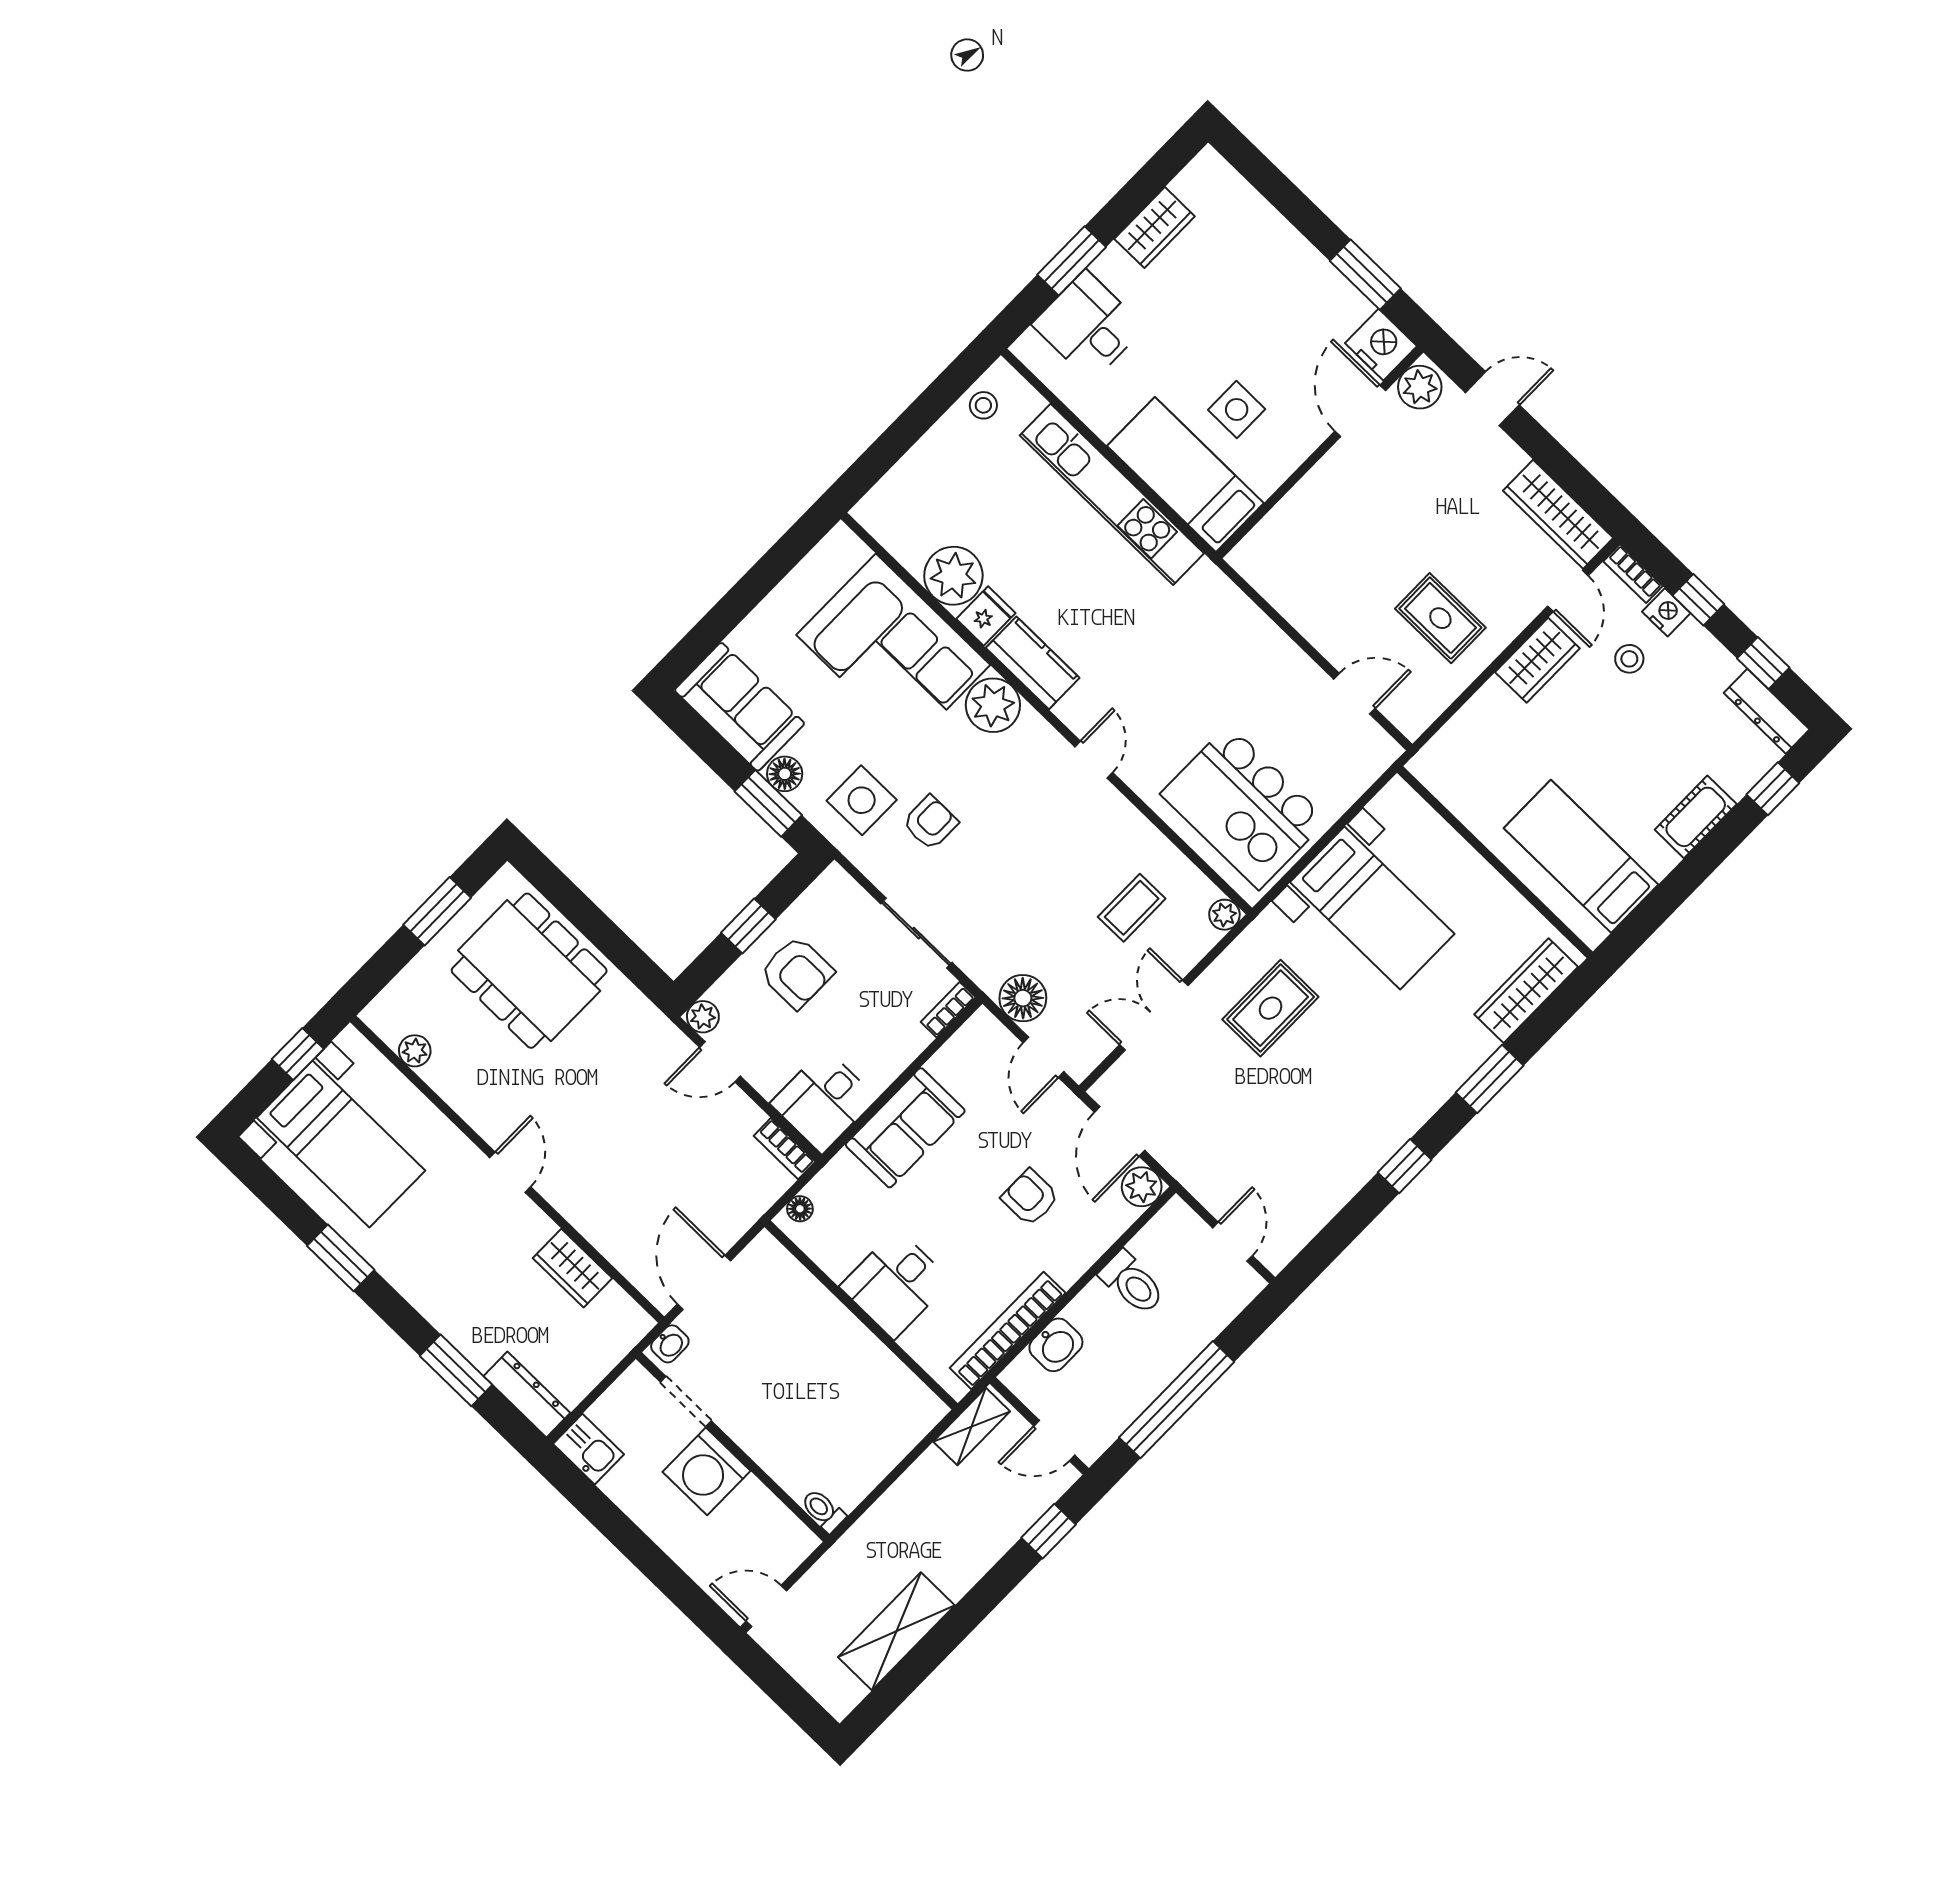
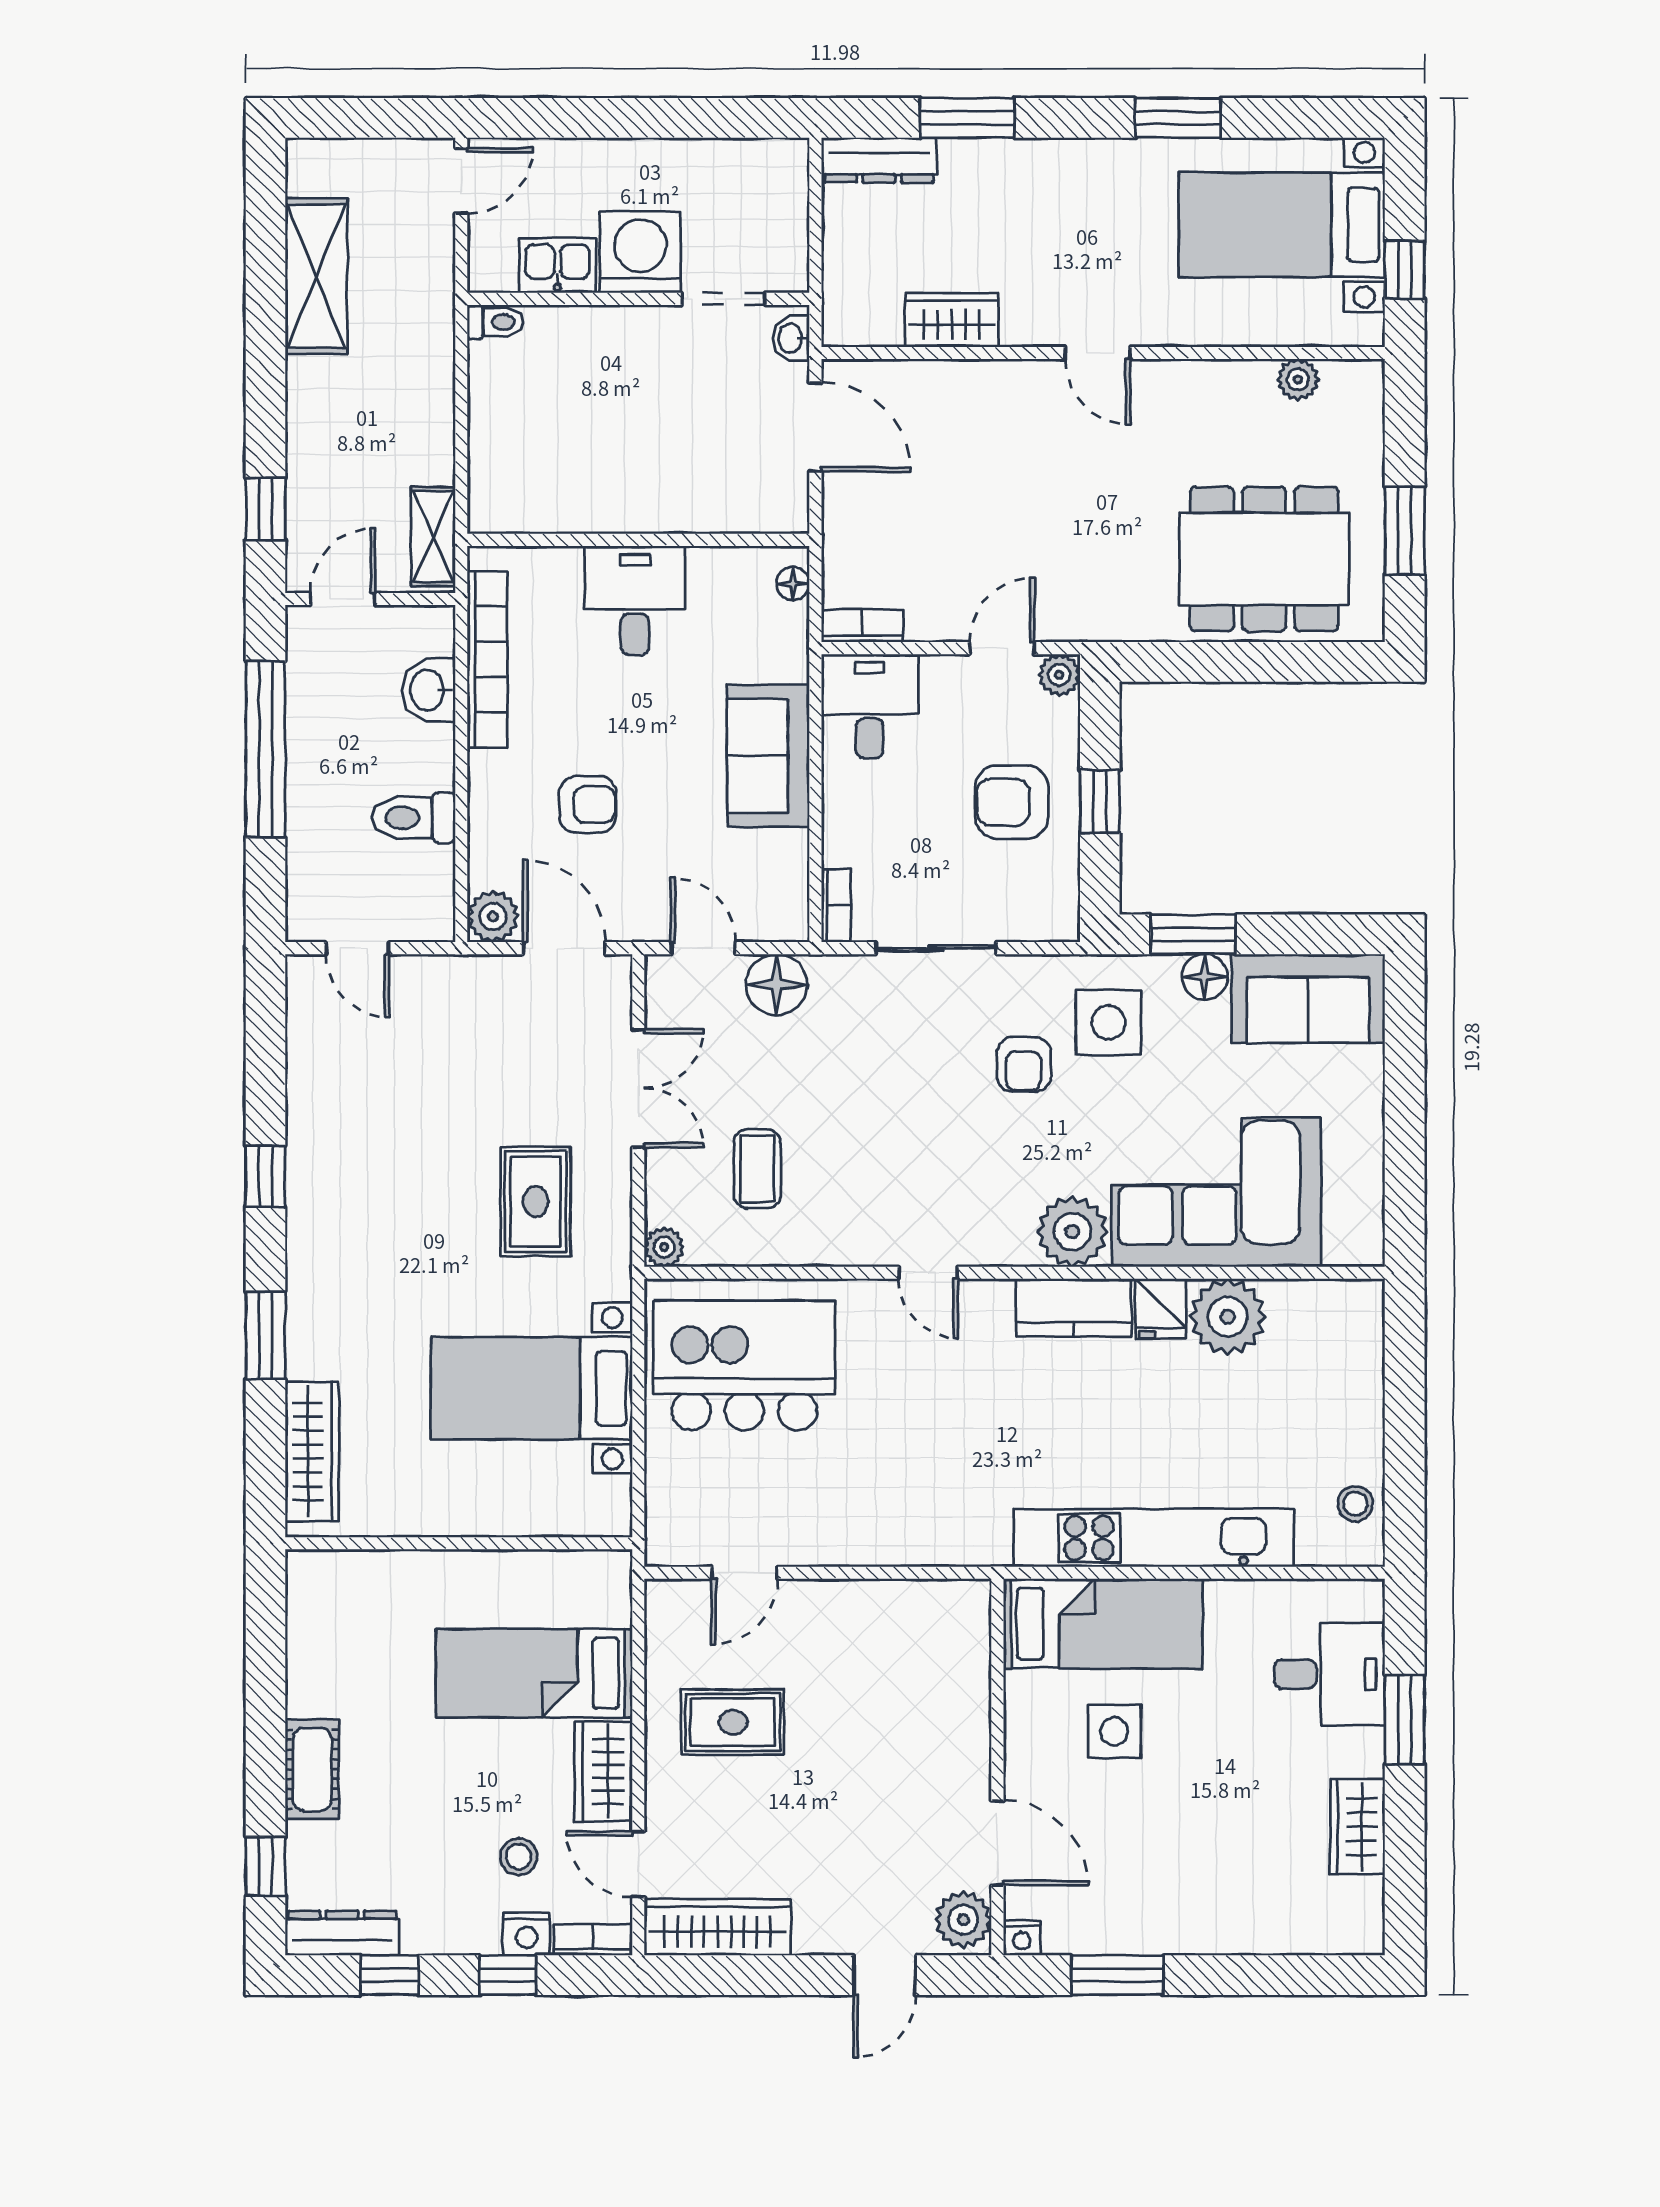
nightstand: (1381, 345) -> (1022, 1938), width x0.53, depth x0.56
bed: (1581, 856) -> (534, 1673), moved, turned 180
kitchen sink: (588, 1449) -> (557, 265), moved, turned 180

